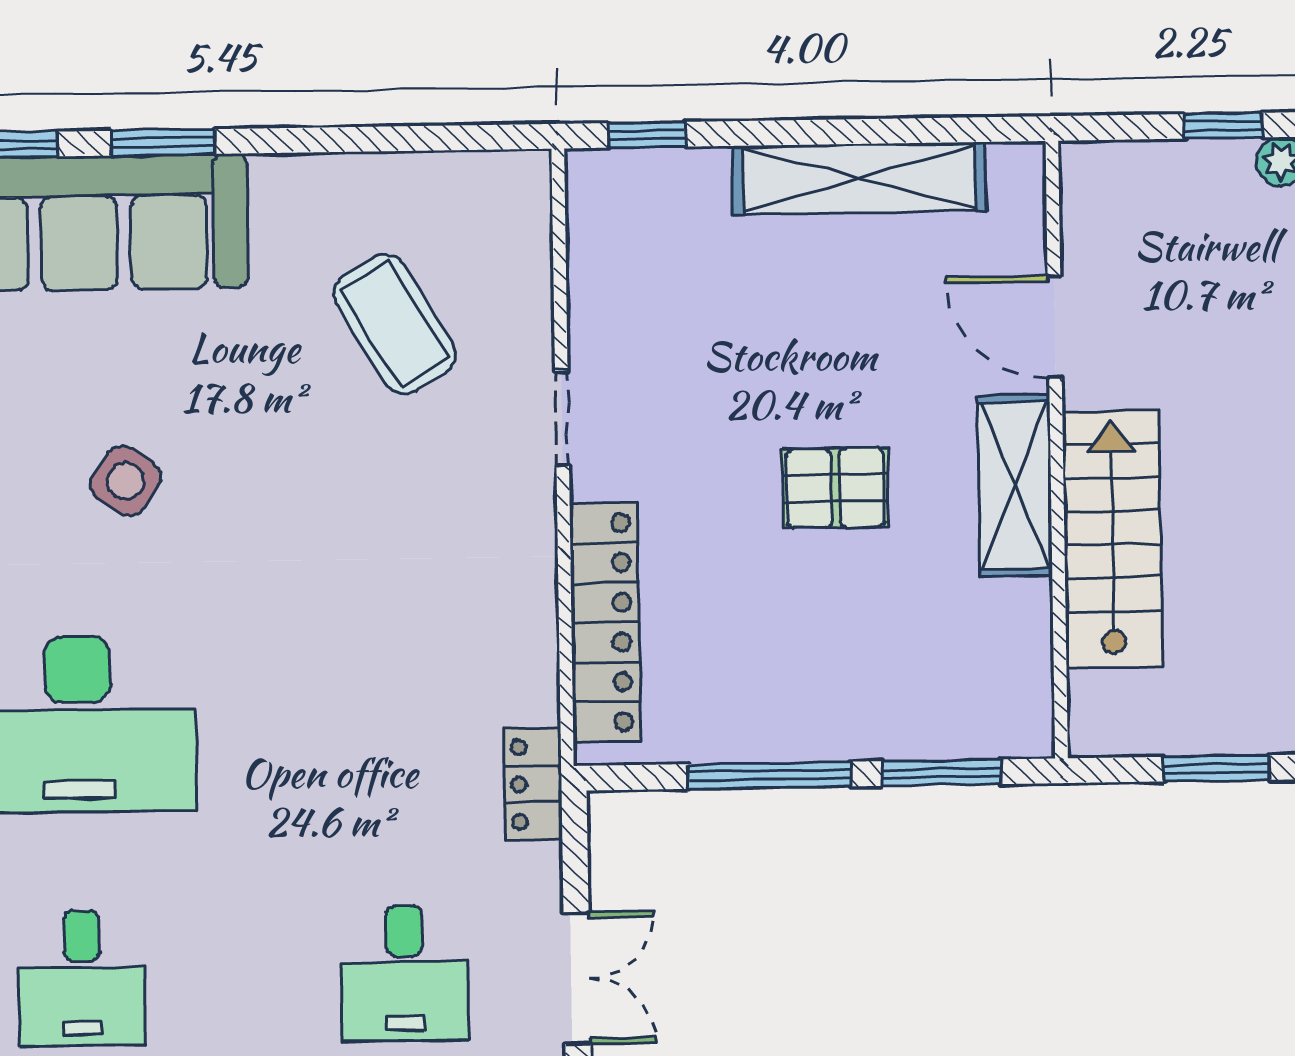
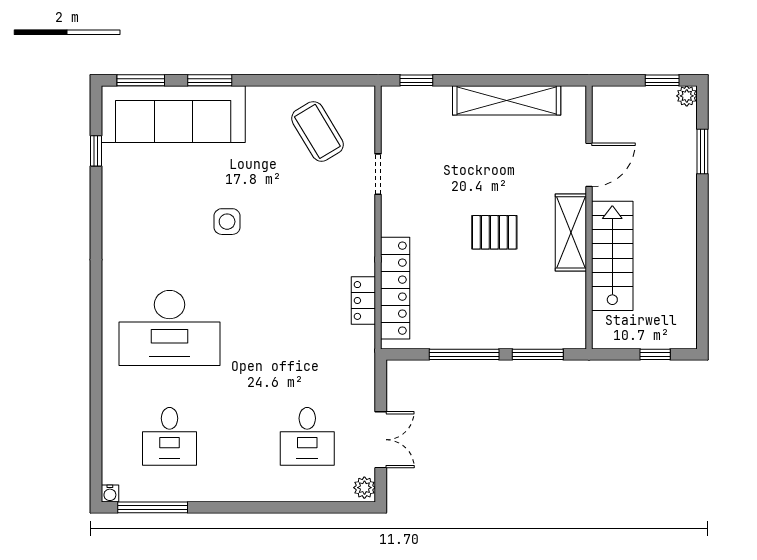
coffee table: (395, 324) -> (317, 131), moved
door: (1055, 327) -> (589, 165), swing flipped
doorway: (562, 418) -> (378, 174), moved
side table: (126, 481) -> (227, 222), moved, turned -34
window: (1216, 768) -> (655, 354), width x0.67
locker: (533, 784) -> (363, 300), moved

